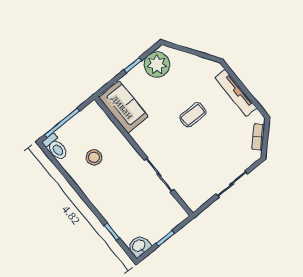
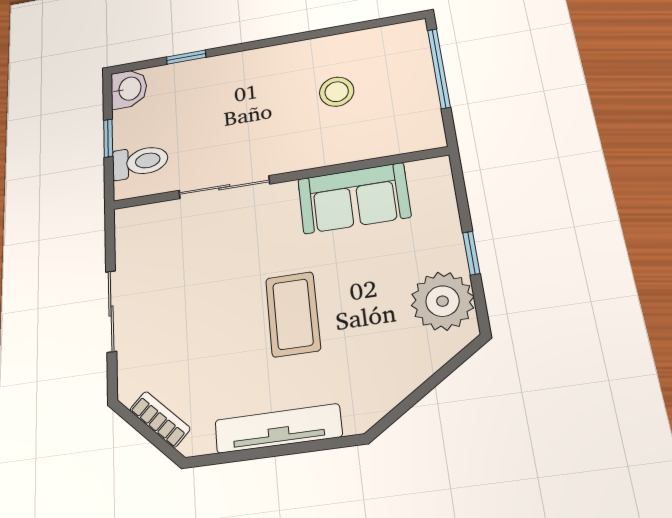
sofa: (123, 107) -> (354, 198), moved
coffee table: (193, 115) -> (293, 314), width x1.36, depth x1.30
toilet: (56, 147) -> (140, 162), moved, turned 180

